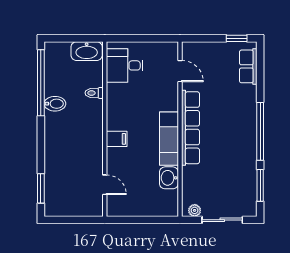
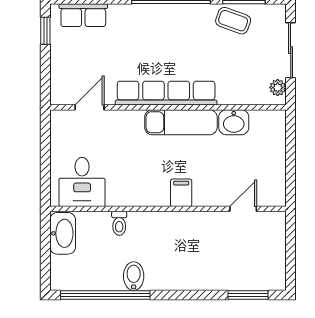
coffee table: (244, 177) -> (233, 21), added

